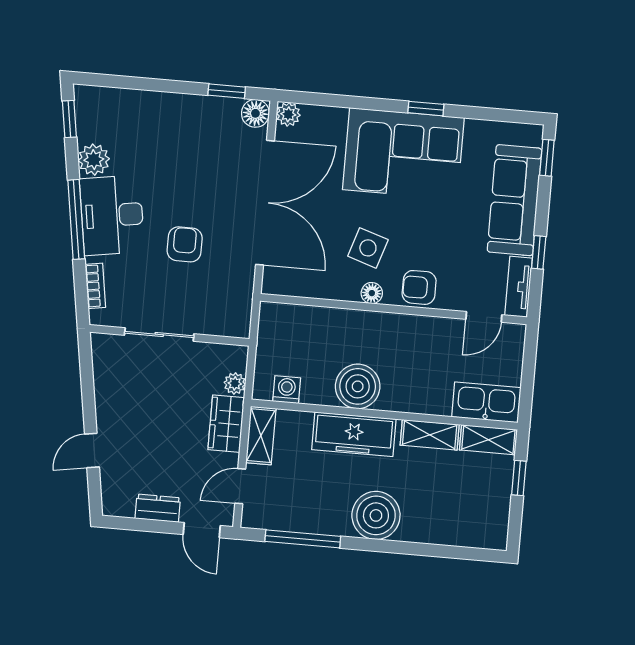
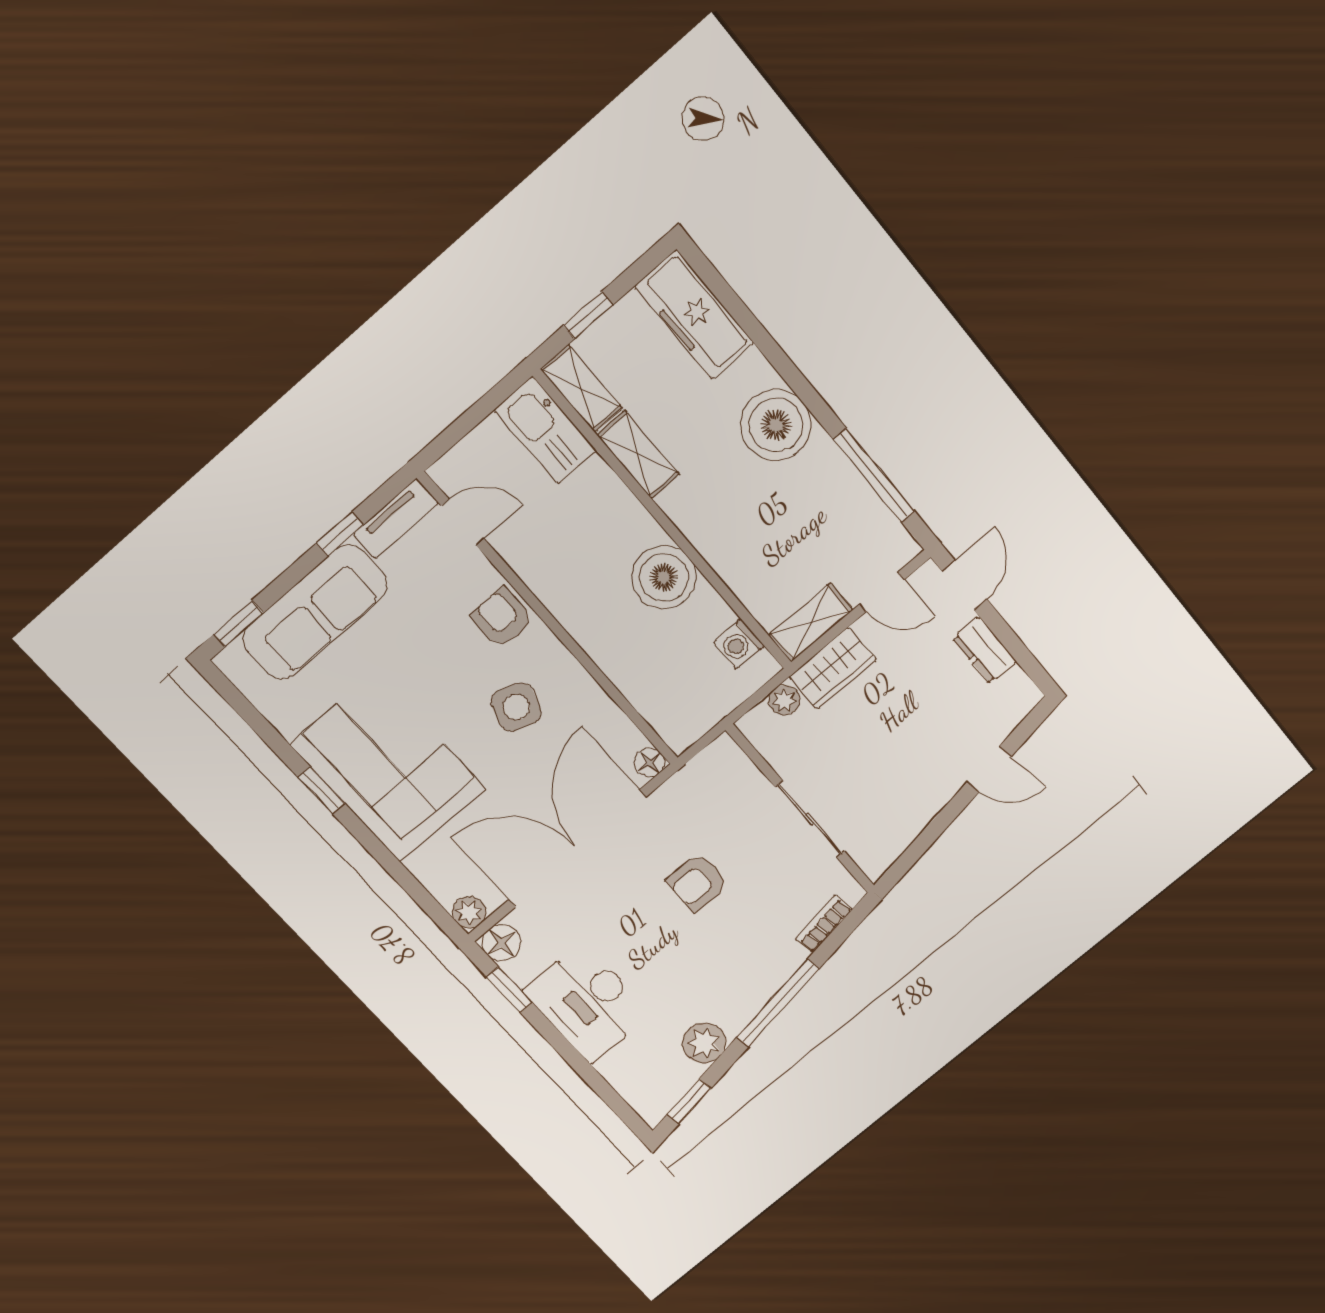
desk: (112, 215) -> (587, 1002), moved, turned 99
armchair: (419, 287) -> (502, 617), turned 180
floor lamp: (372, 293) -> (649, 763), moved
freezer: (354, 434) -> (694, 315), moved, turned 180

